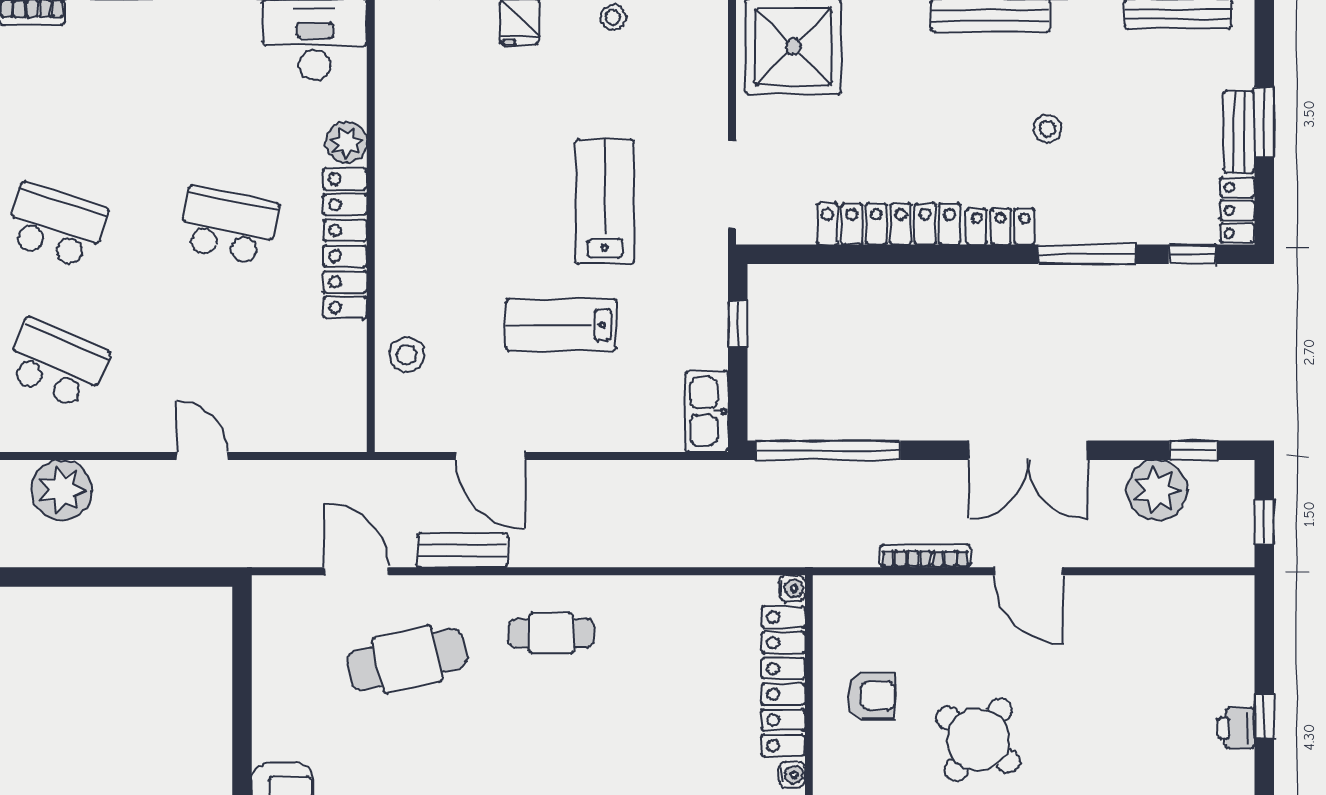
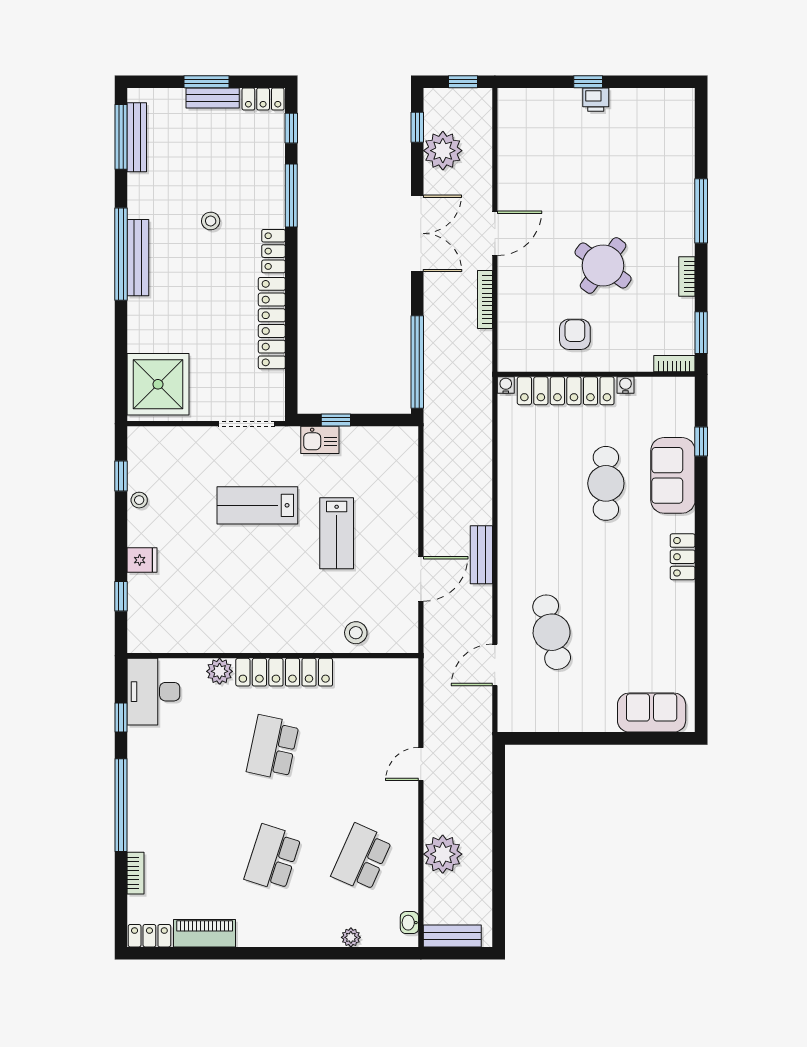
kitchen sink: (707, 411) -> (320, 440), moved, width x0.73
bench: (462, 550) -> (481, 555), moved
cafe table: (551, 633) -> (606, 483), moved, width x1.37, depth x1.35

